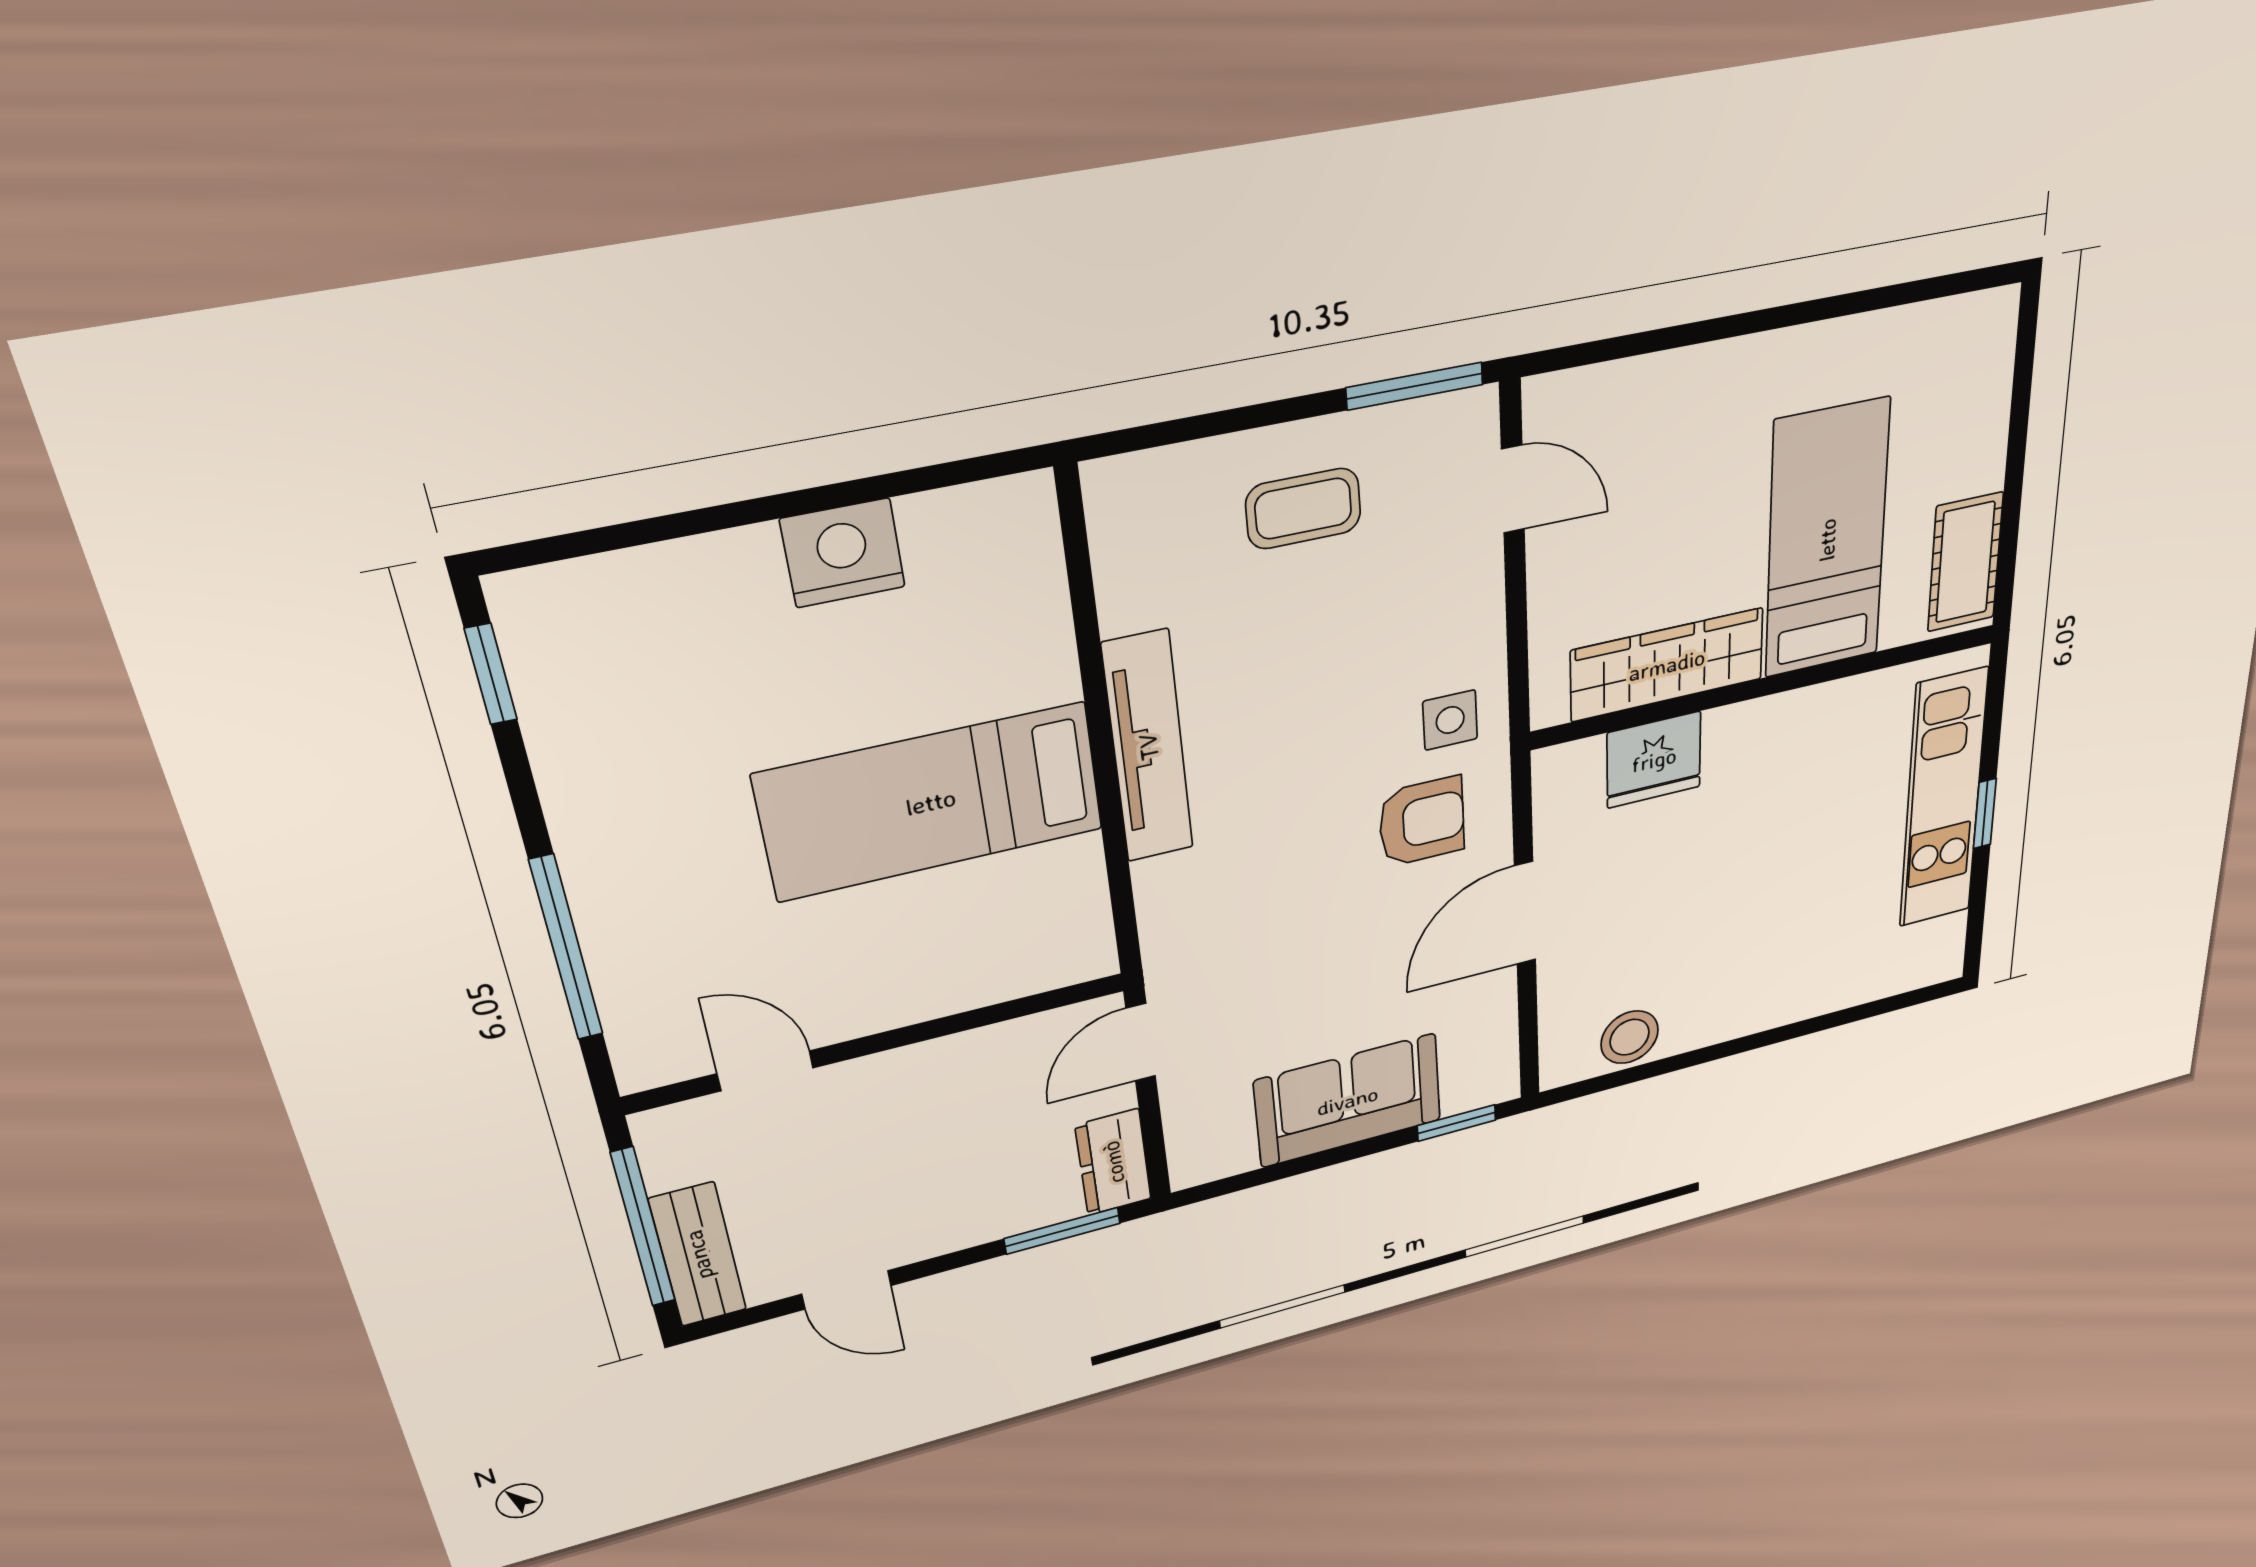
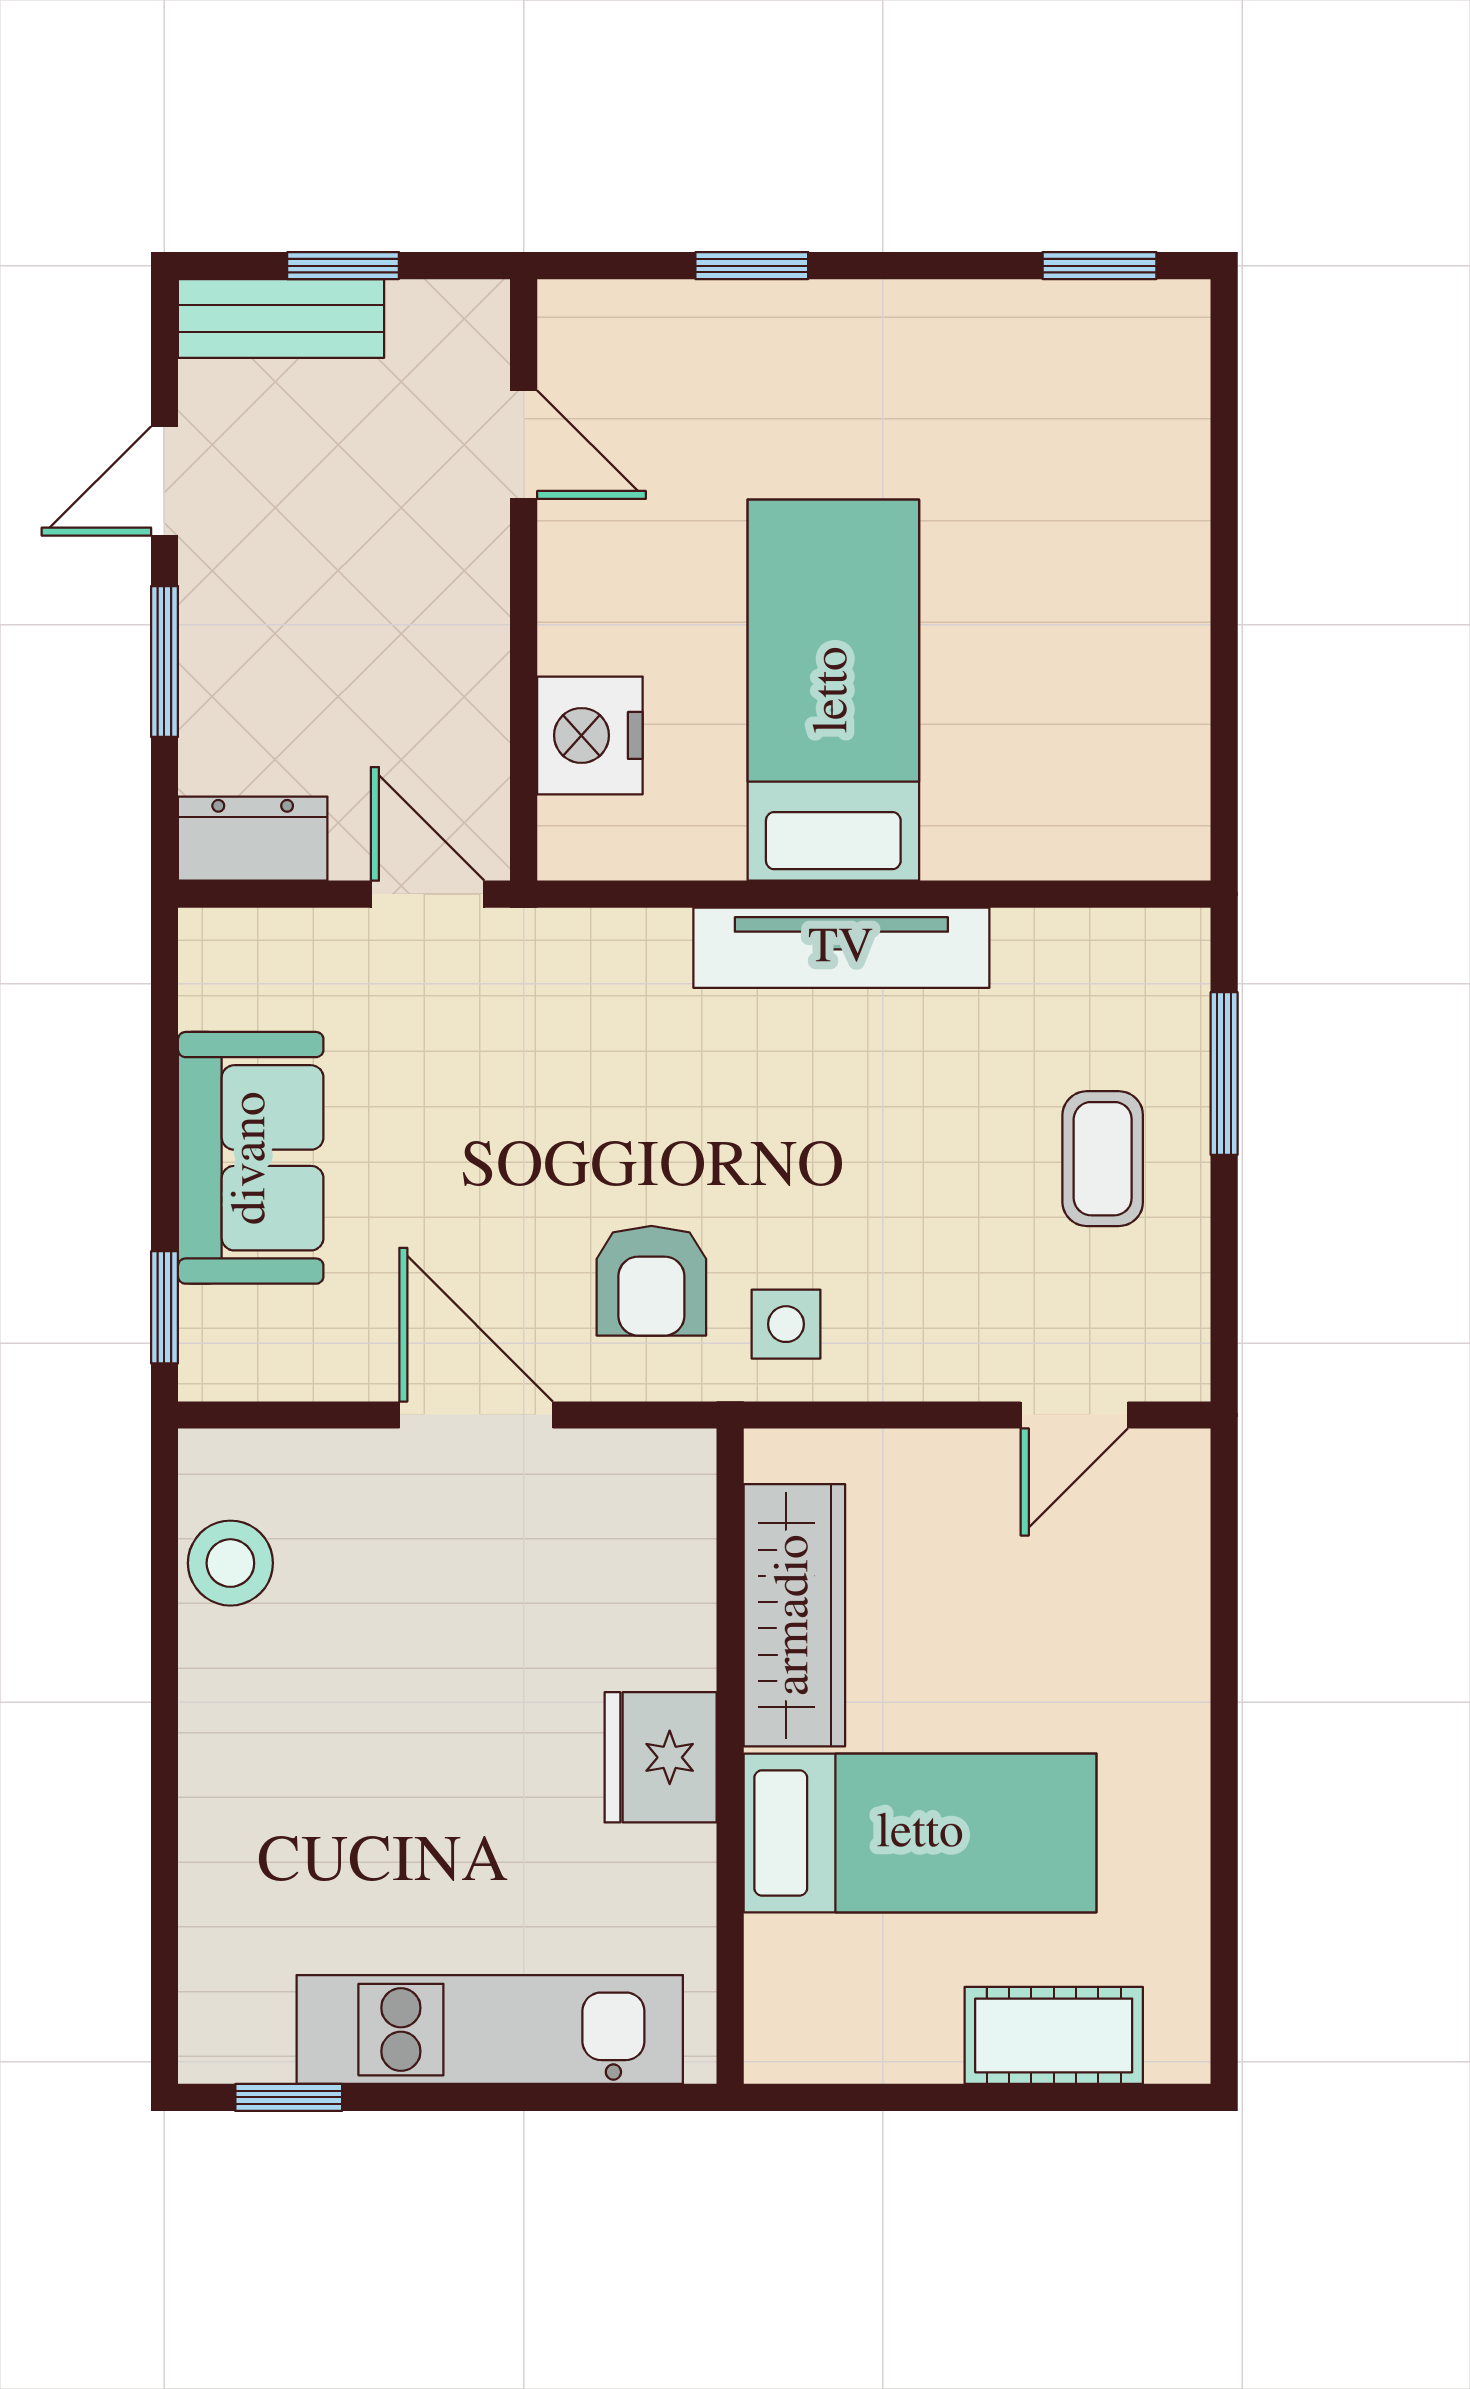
window: (1415, 386) -> (1224, 1074), moved
nightstand: (843, 553) -> (590, 735), moved, turned 180
cot: (1965, 562) -> (1054, 2035), moved
fridge: (1654, 760) -> (661, 1757), moved
window: (1985, 814) -> (289, 2097), moved
window: (566, 948) -> (752, 266), width x0.46
door: (765, 1071) -> (524, 445), hinge flipped
window: (643, 1228) -> (343, 266), width x0.46
window: (1062, 1231) -> (164, 662), moved

